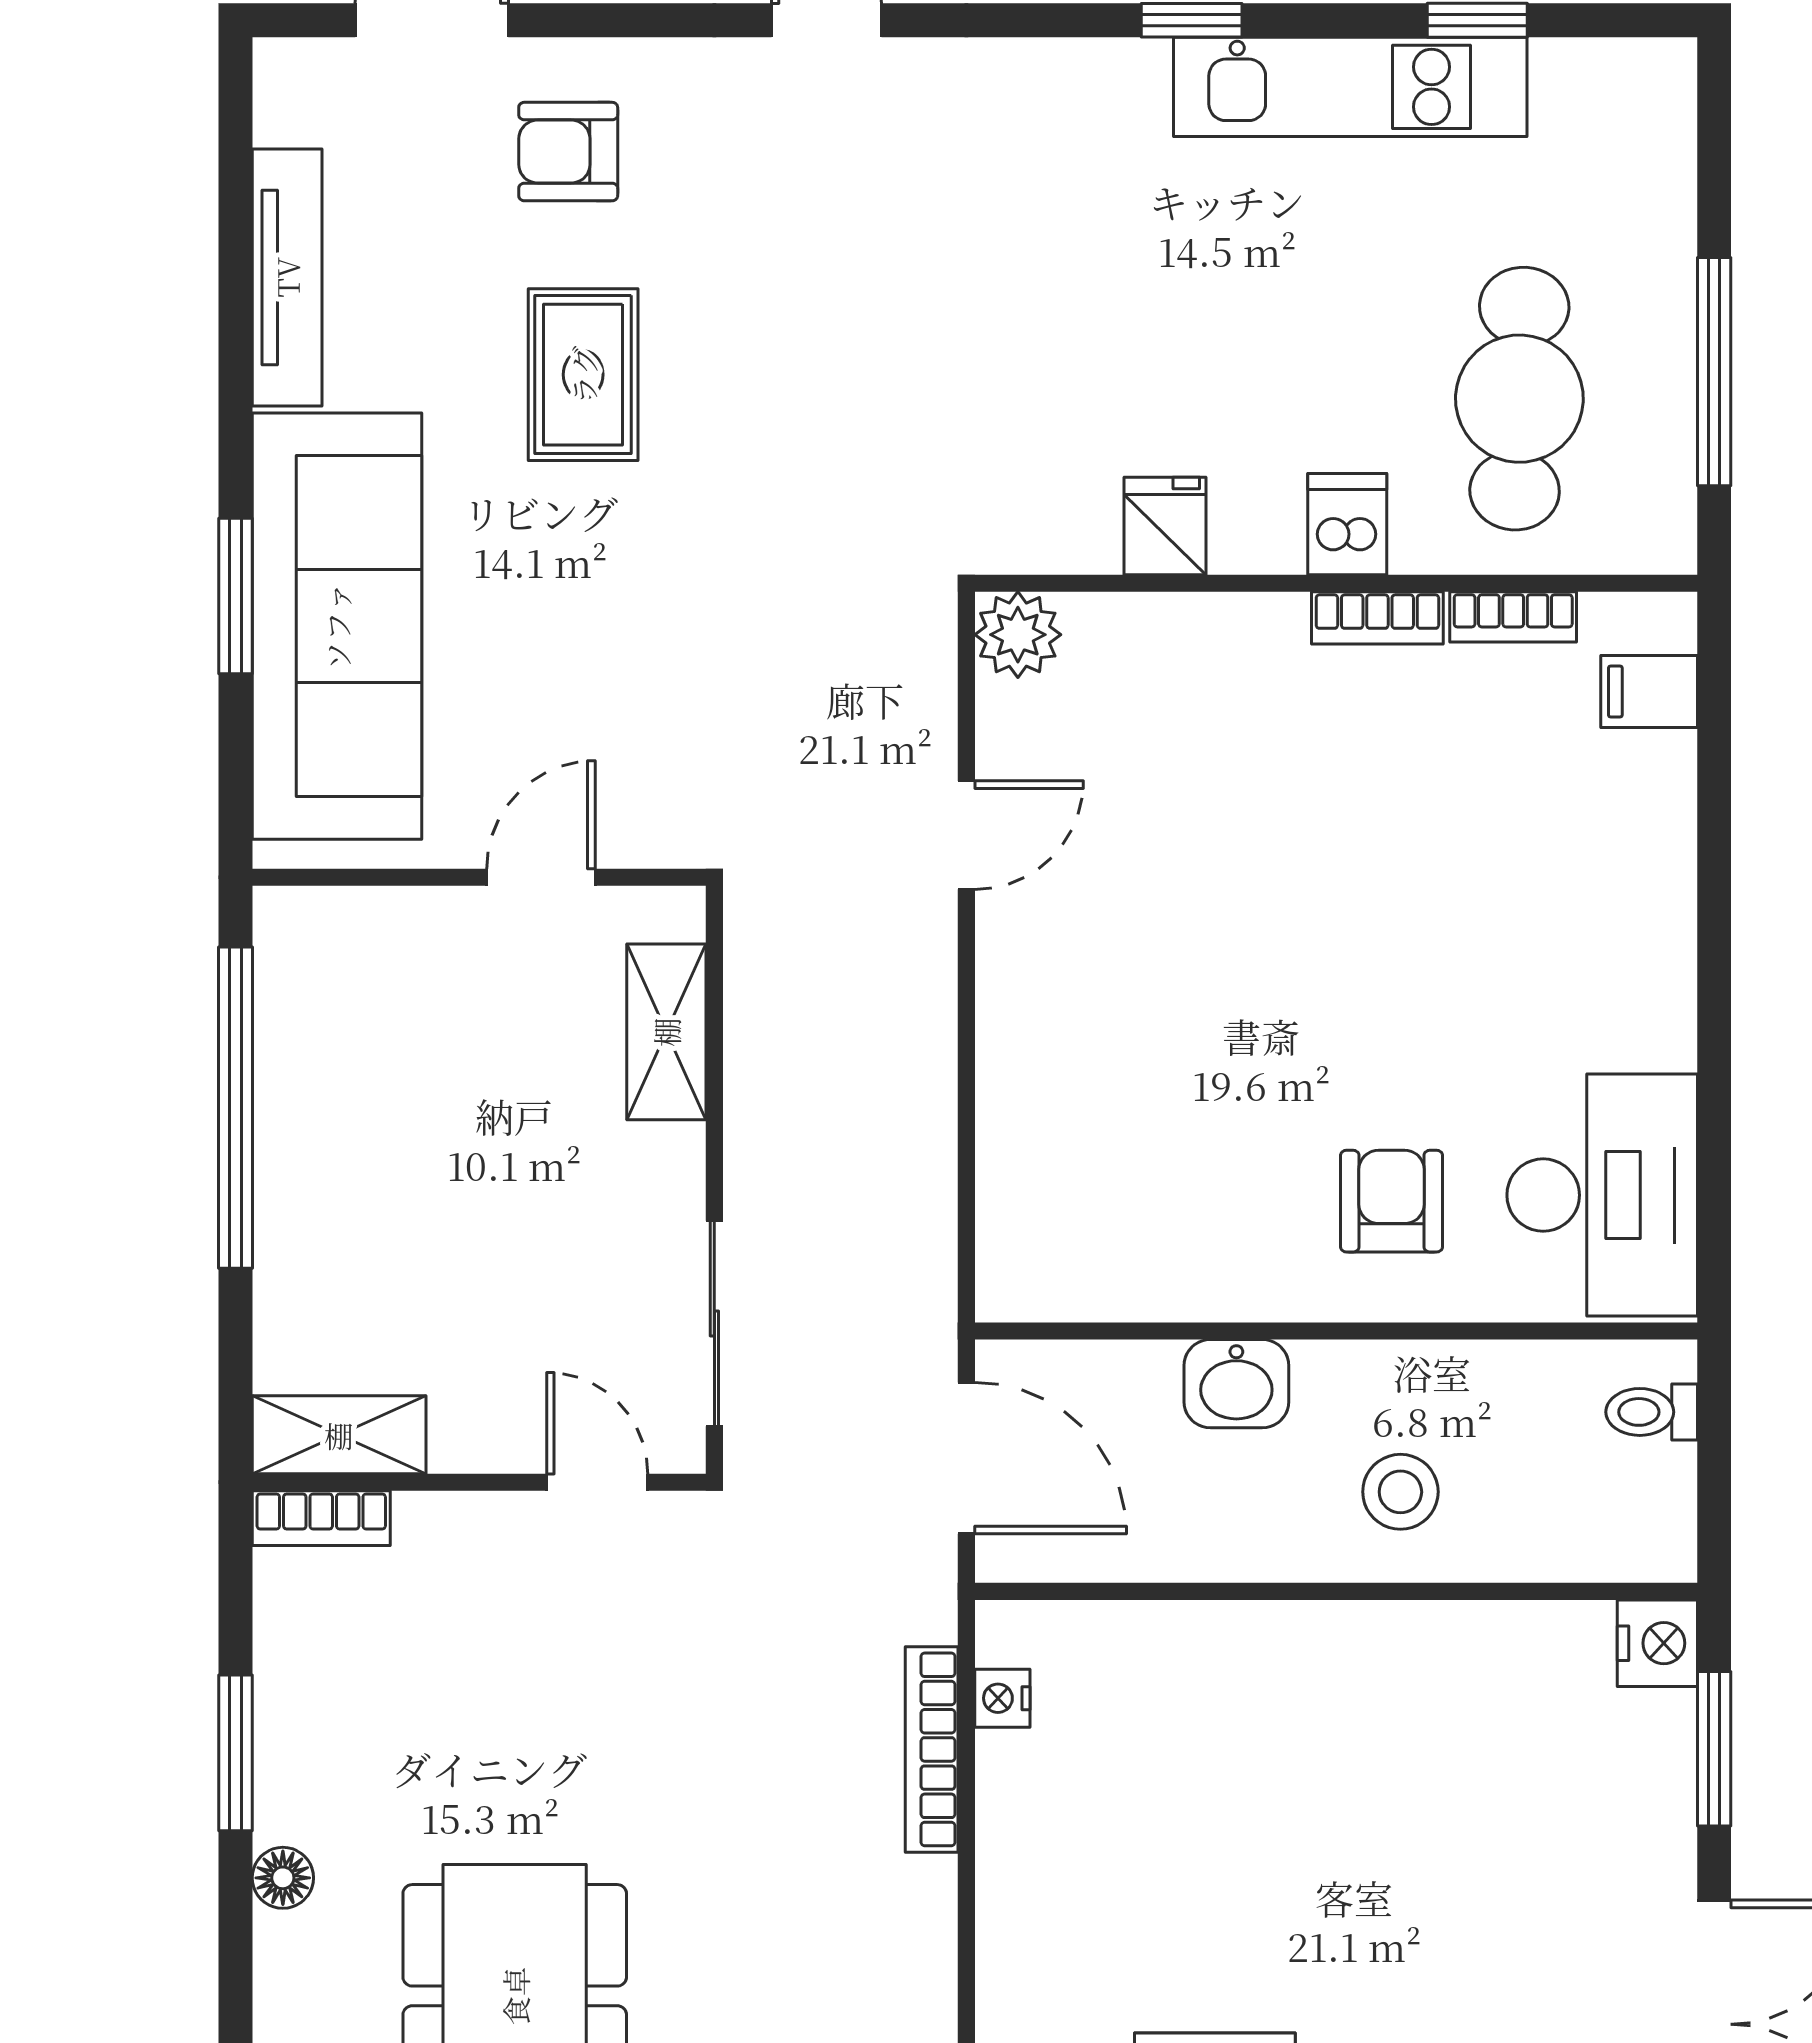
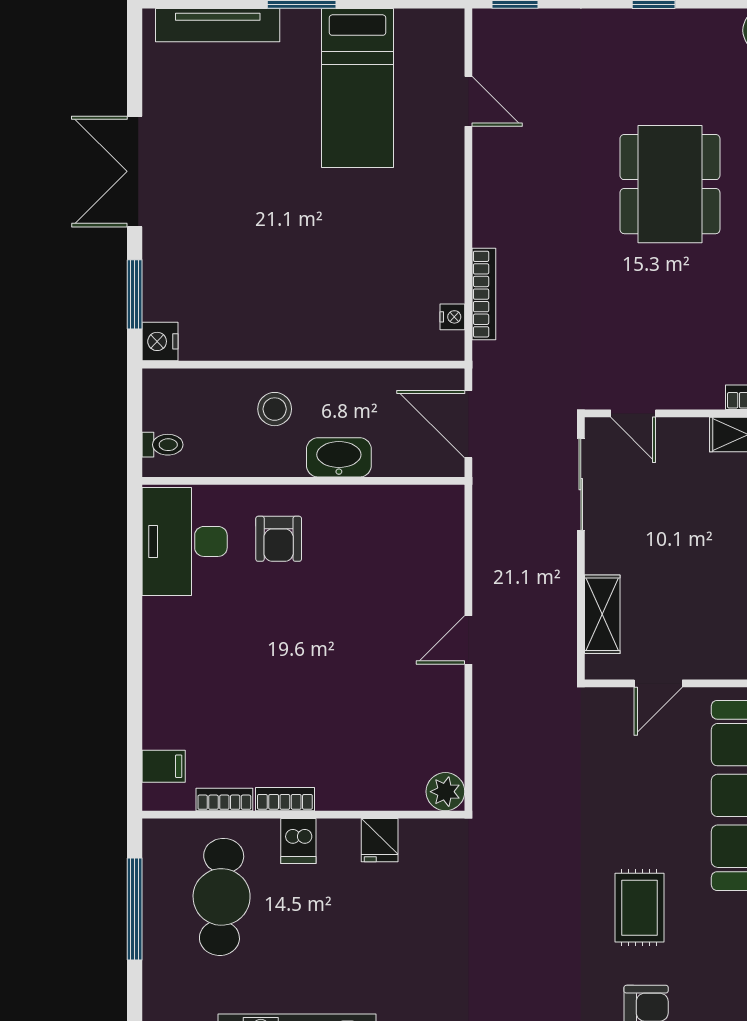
door: (966, 835) -> (468, 640), moved
washbasin: (1236, 1384) -> (339, 457), width x1.38

